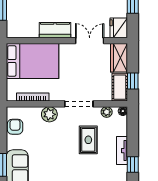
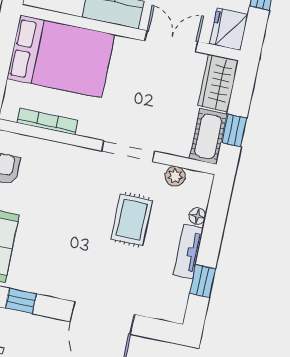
floor lamp: (123, 111) -> (197, 216), moved
plant: (49, 114) -> (71, 159), removed

